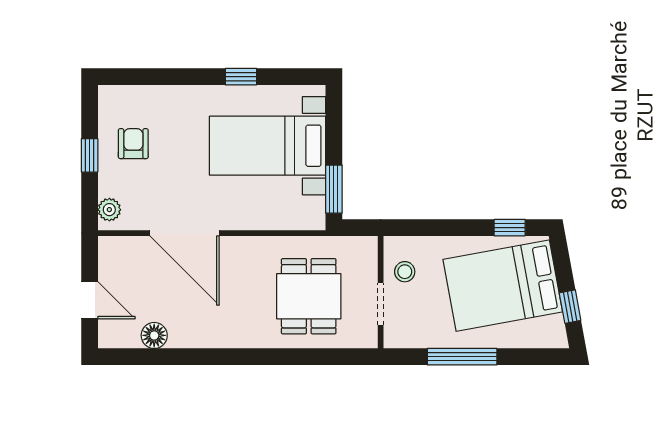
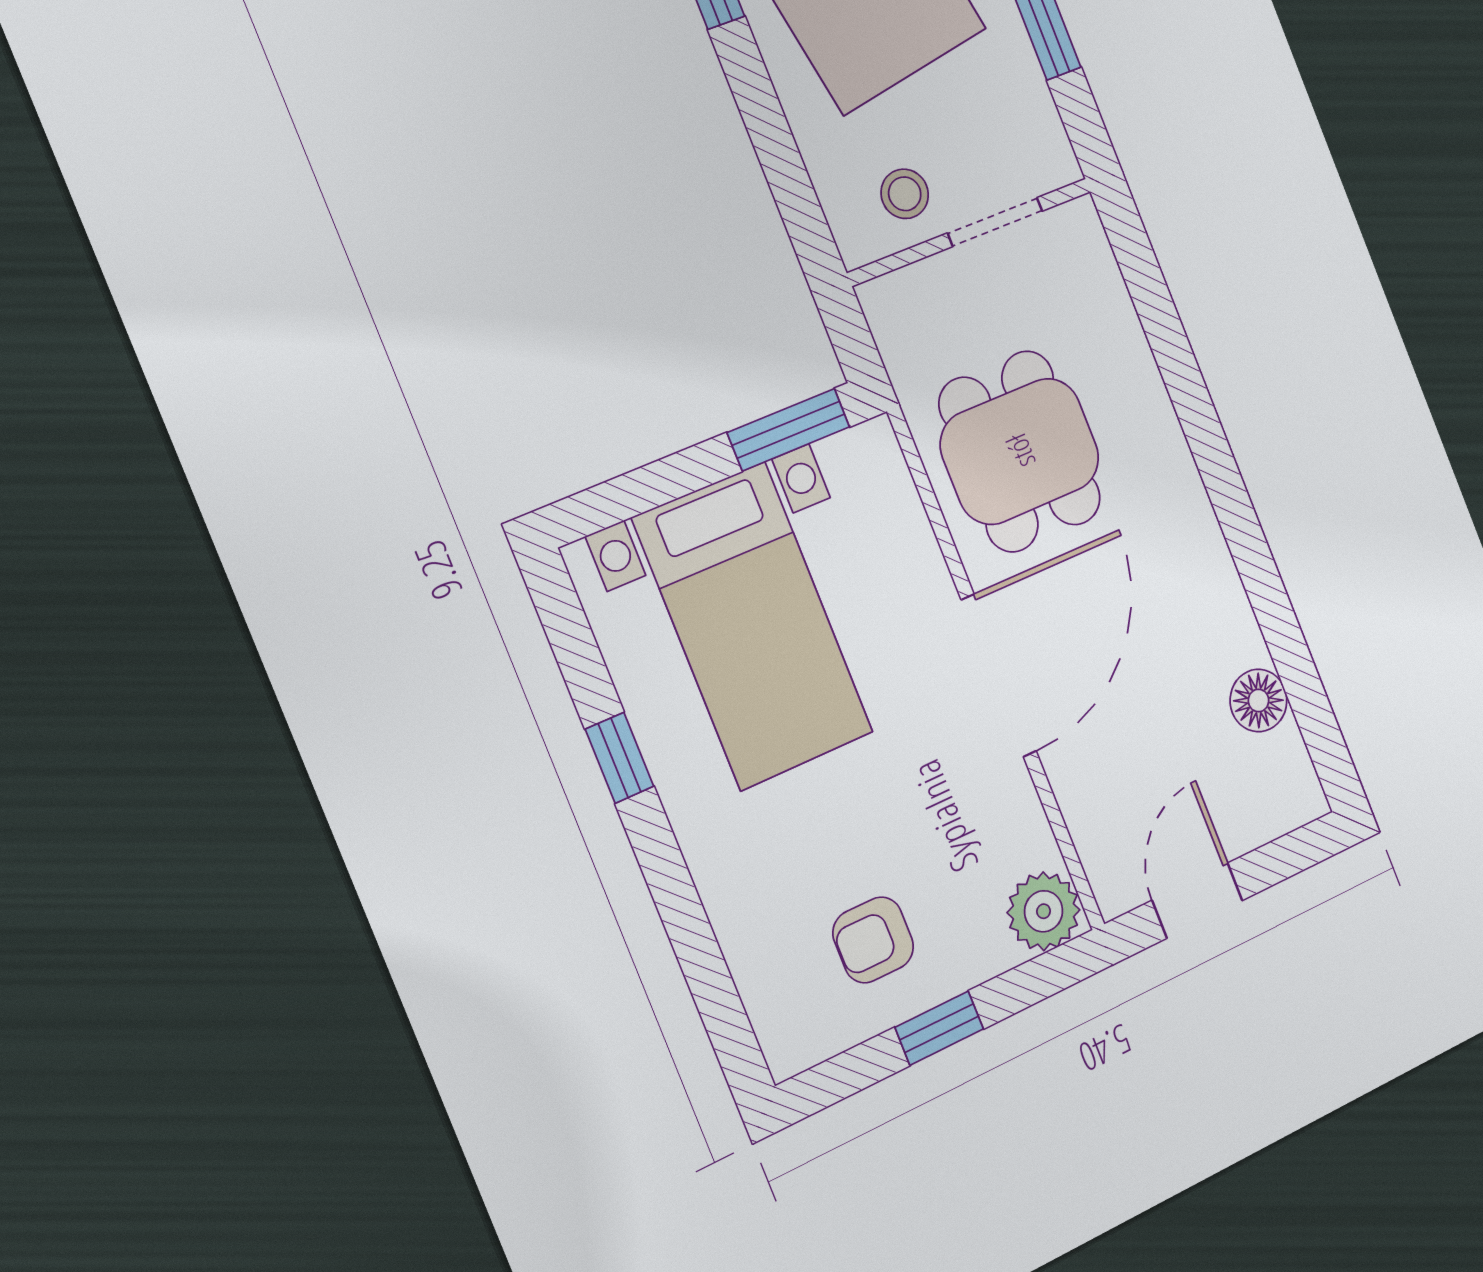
plant: (109, 210) -> (1044, 911), width x1.38, depth x1.38
door: (185, 233) -> (999, 676), moved
dining table: (309, 296) -> (1020, 451), moved, turned 90
door: (90, 300) -> (1197, 900), moved

